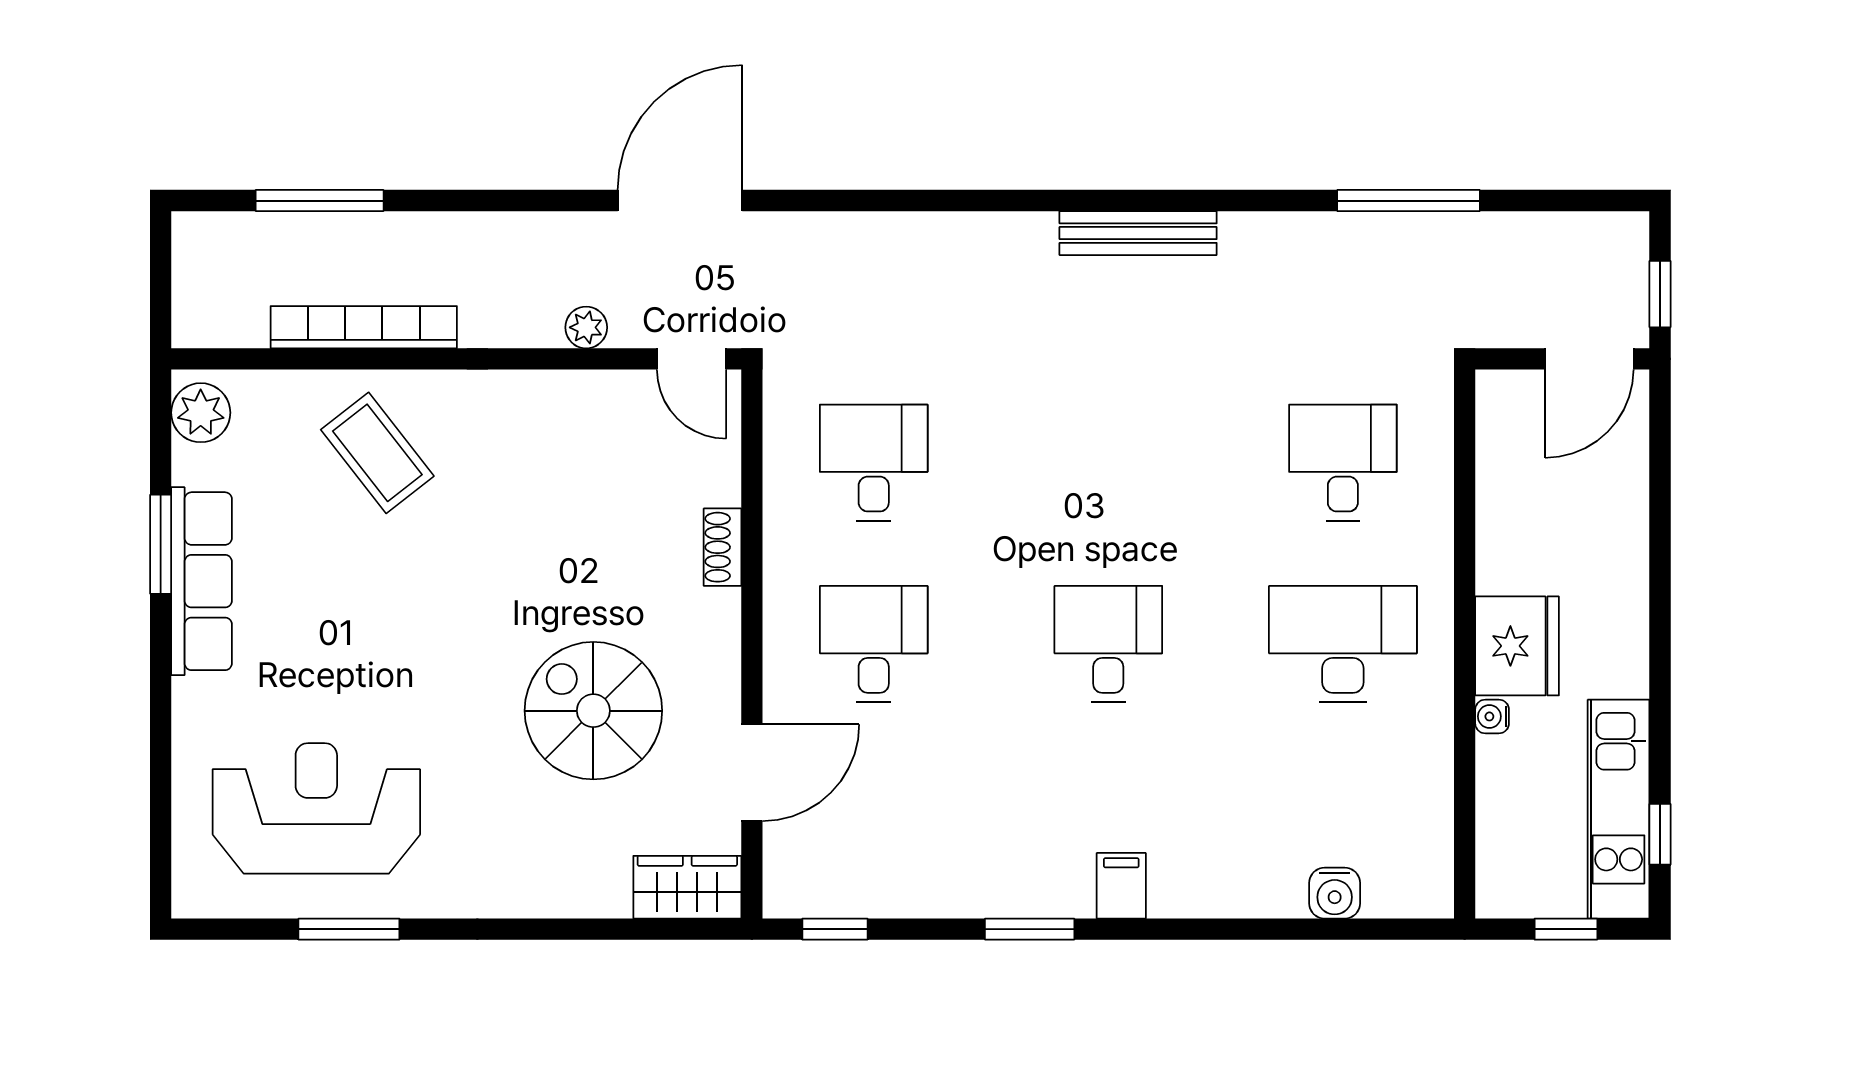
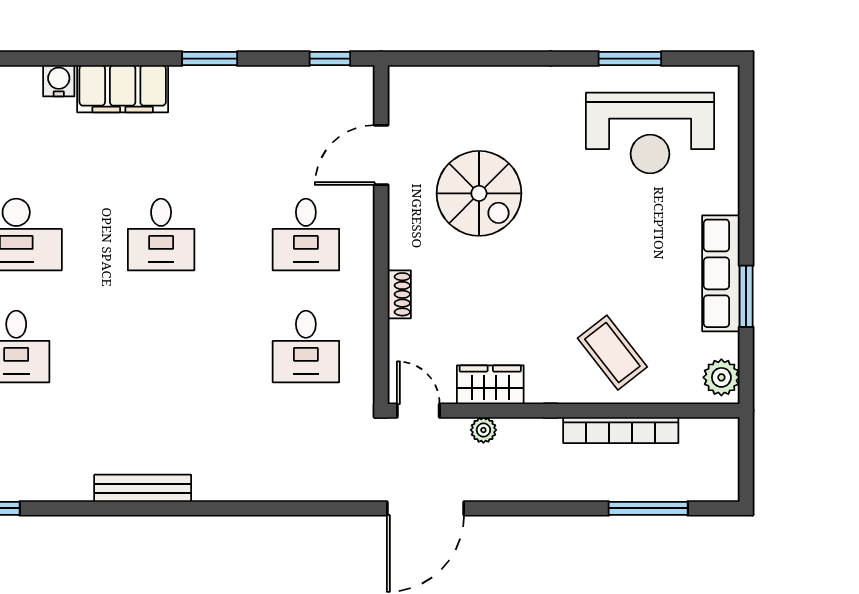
filing cabinet: (1121, 886) -> (123, 89), width x3.00, depth x1.17
wardrobe: (687, 887) -> (490, 385), moved, turned 180
water cooler: (1335, 893) -> (59, 81), moved

